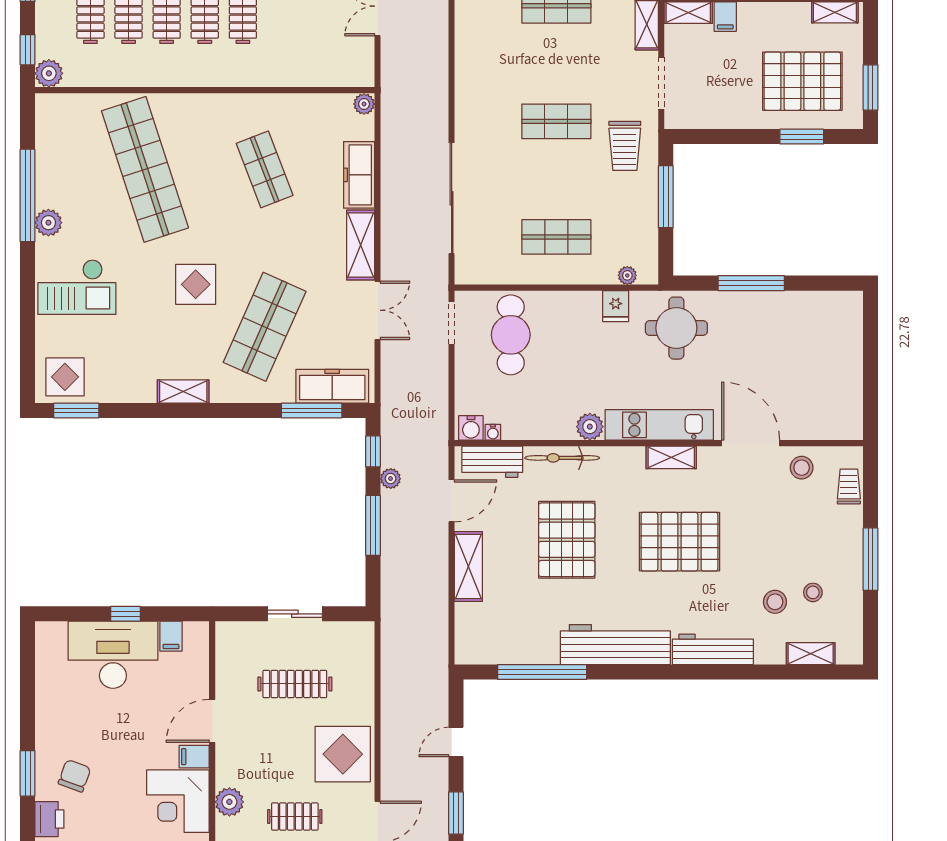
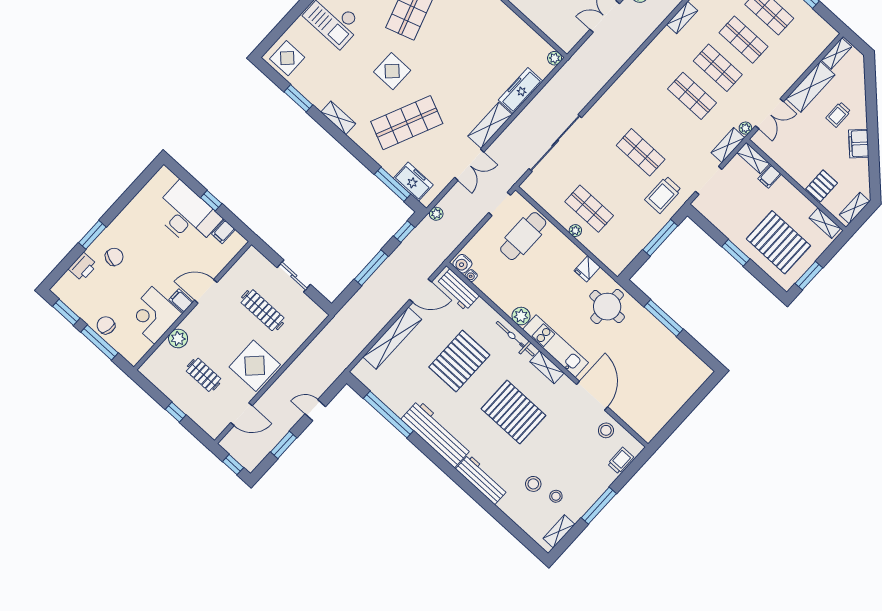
window: (802, 137) -> (736, 253), moved
shop shelf: (265, 169) -> (477, 46), removed
plant: (627, 275) -> (575, 231), moved
freezer: (332, 386) -> (413, 182), width x0.71
window: (76, 410) -> (298, 98), moved
bicycle: (562, 458) -> (515, 339), moved
plant: (391, 479) -> (436, 214), moved
shelving: (468, 567) -> (392, 338), width x1.47
shelving: (811, 654) -> (559, 531), moved, turned 90

